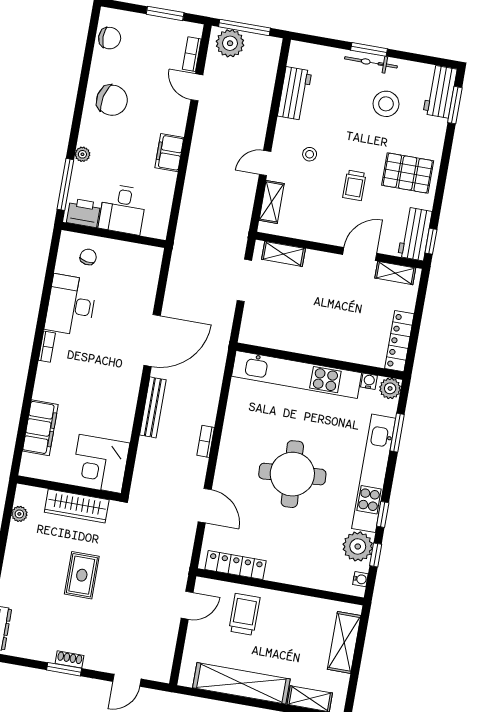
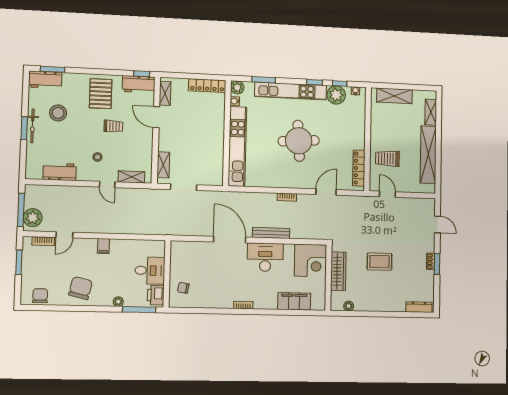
filing cabinet: (169, 153) -> (103, 246), width x0.50
desk: (71, 305) -> (265, 257), moved, turned 180

